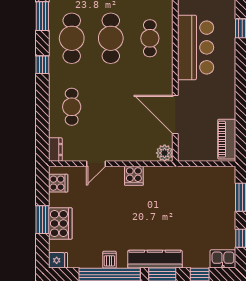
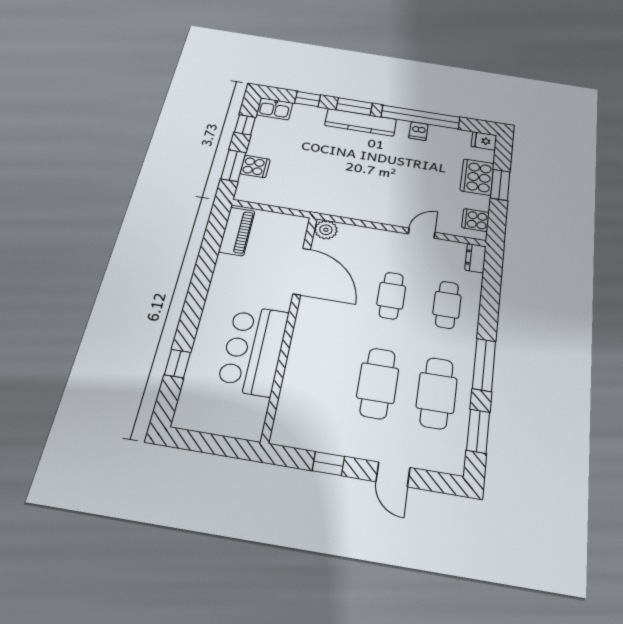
cafe table: (150, 38) -> (391, 296), moved
window: (42, 65) -> (484, 365), width x2.17
cooker: (134, 176) -> (255, 167), moved, turned 90

